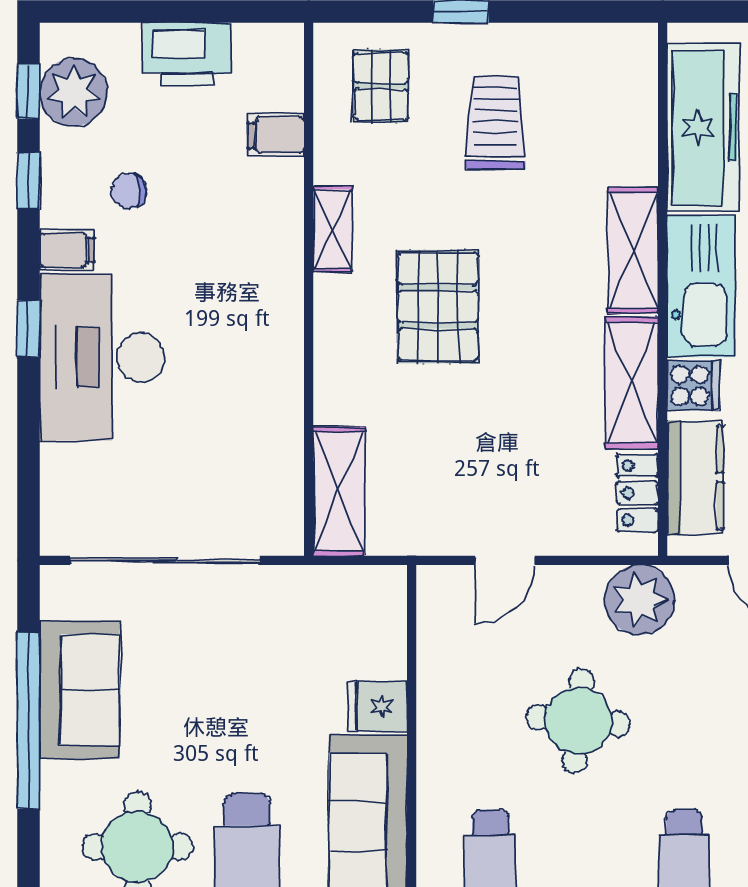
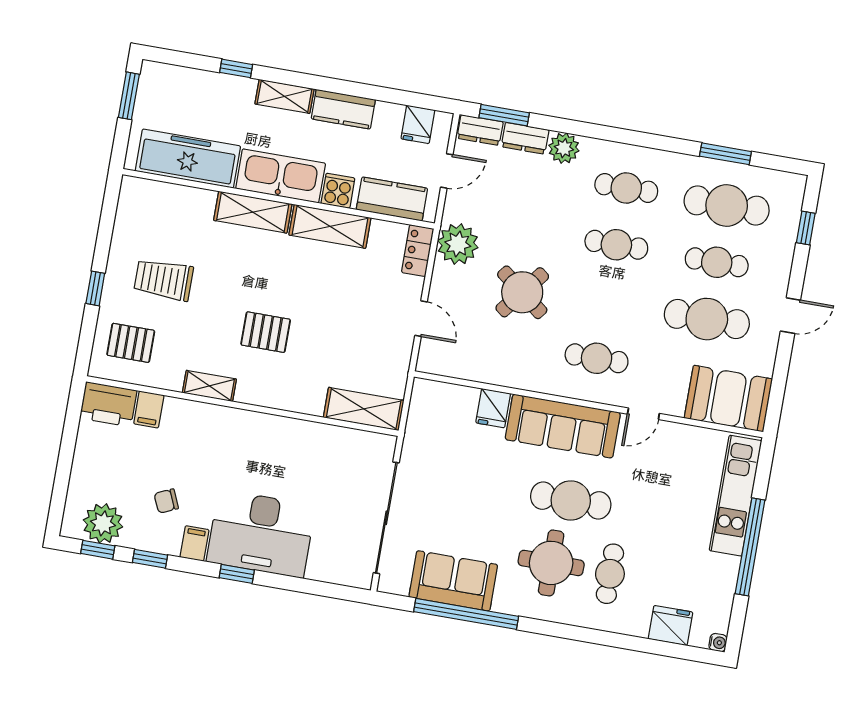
printer: (187, 54) -> (108, 404), moved, turned 90
chair: (129, 191) -> (166, 501), turned 71
pallet: (438, 307) -> (266, 332), width x0.67, depth x0.71
locker: (637, 493) -> (418, 251), moved, turned 90
round table: (578, 721) -> (522, 292), turned 33

